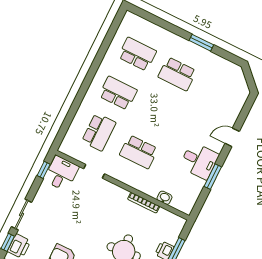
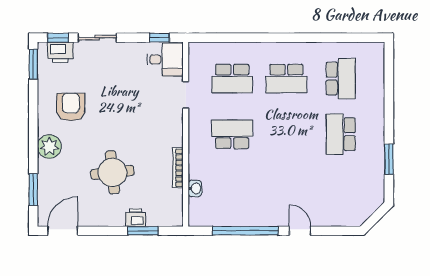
window: (201, 43) -> (389, 159), moved
school desk: (118, 93) -> (286, 79), turned 90
school desk: (139, 152) -> (232, 134), turned 90
desk: (199, 161) -> (256, 207), removed
window: (213, 177) -> (245, 231), width x2.11

